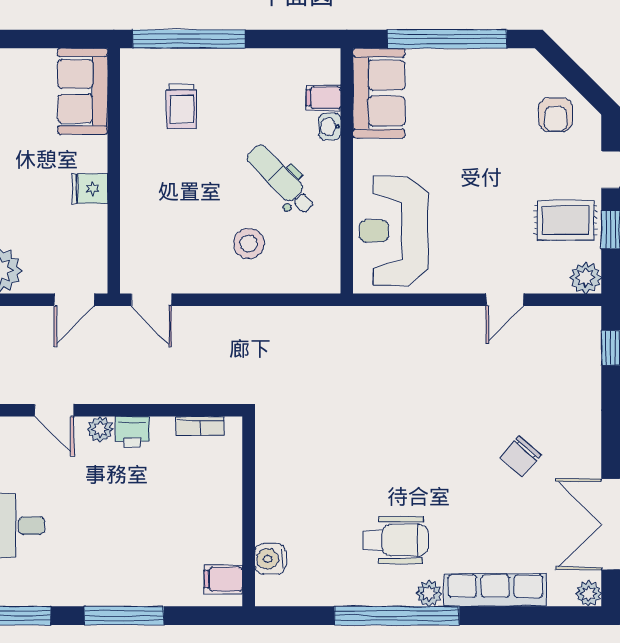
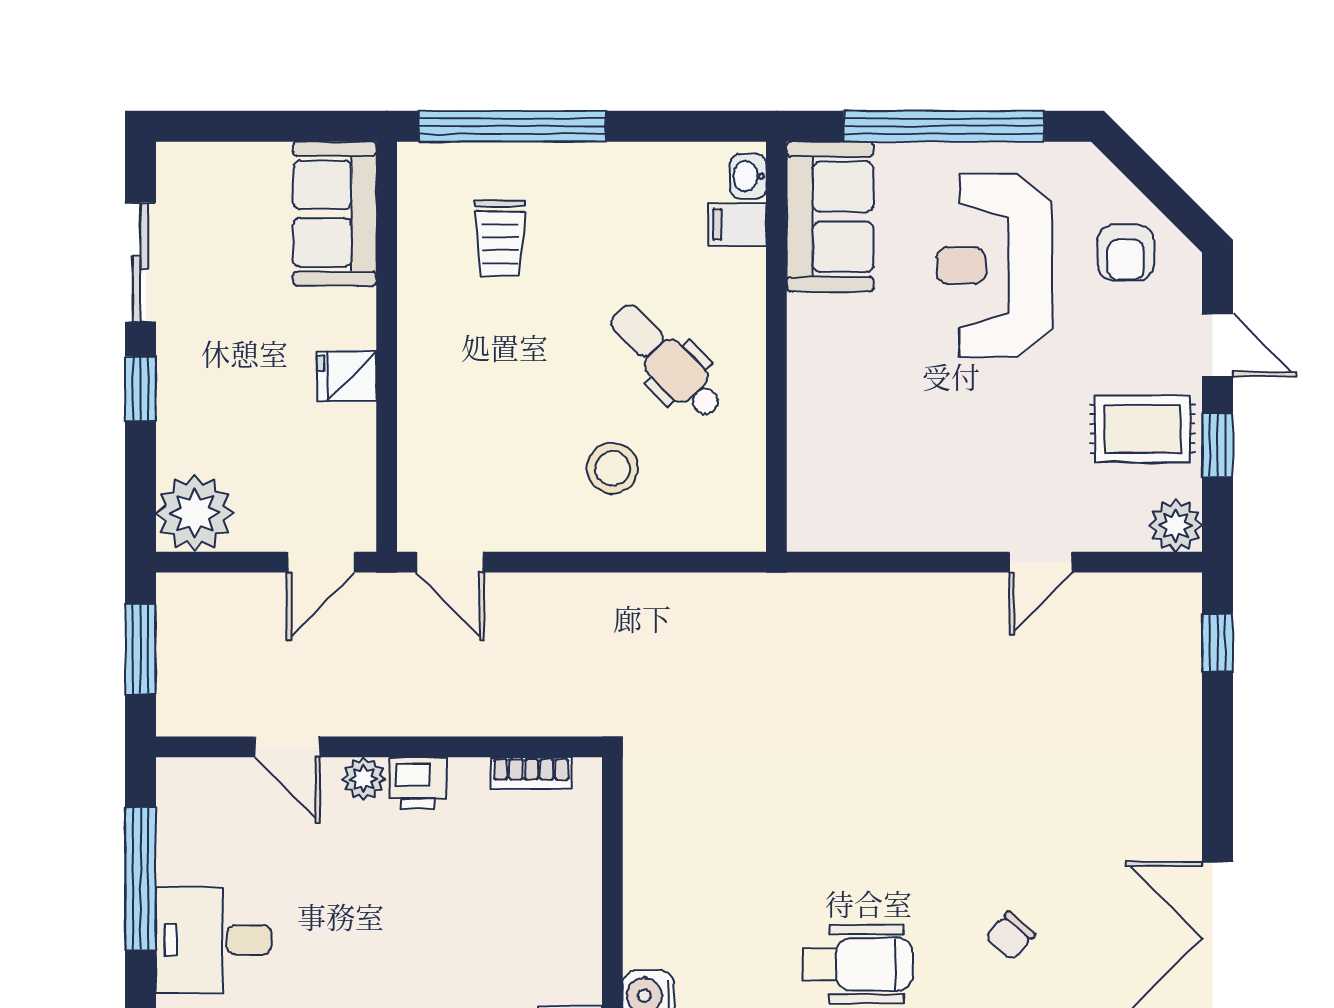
washbasin: (330, 127) -> (748, 176), moved
reception desk: (394, 231) -> (994, 265), moved
chair: (521, 457) -> (1010, 936), moved, width x0.73, depth x0.73

